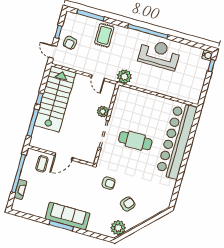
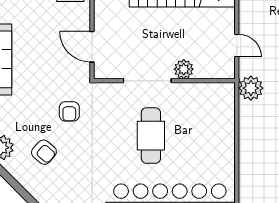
door: (98, 78) -> (237, 46), swing flipped
door: (64, 157) -> (92, 47), moved

